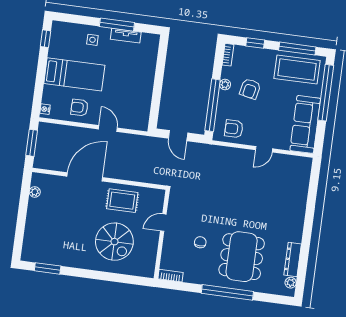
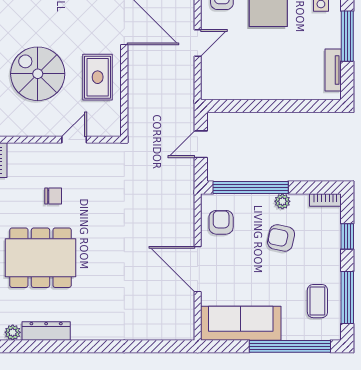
tv unit: (126, 36) -> (333, 70), moved
coffee table: (297, 70) -> (317, 301), width x0.54, depth x0.58
door: (264, 149) -> (198, 269), width x1.87
door: (163, 223) -> (74, 140), hinge flipped
spiral stairs: (114, 242) -> (38, 74), turned 90

